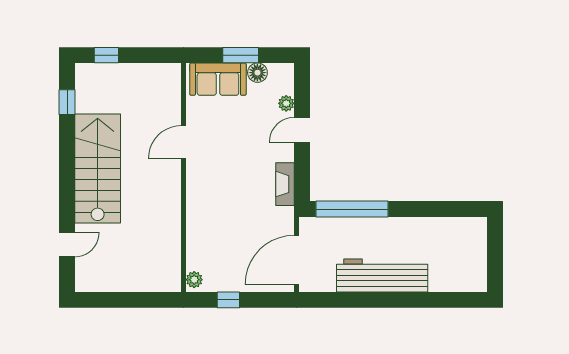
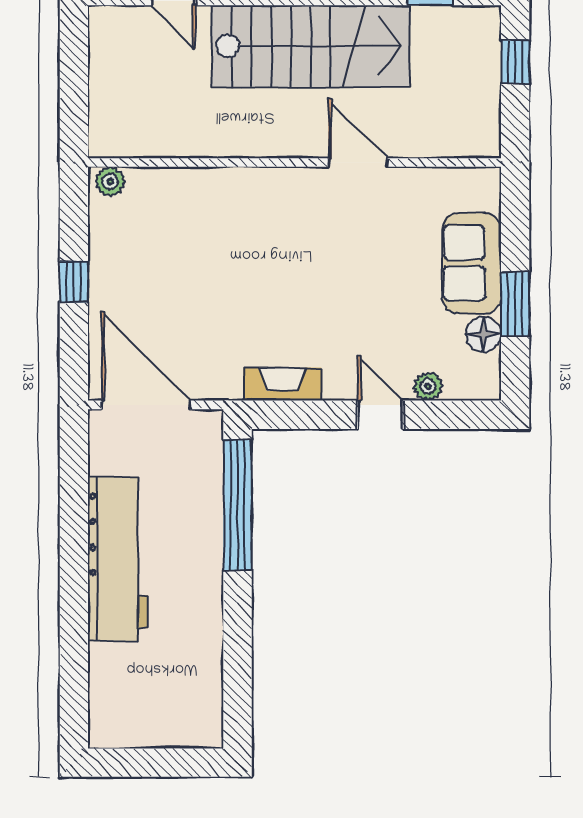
door: (184, 142) -> (358, 162), moved
wall: (184, 177) -> (294, 162), moved
plant: (194, 280) -> (110, 182), moved

